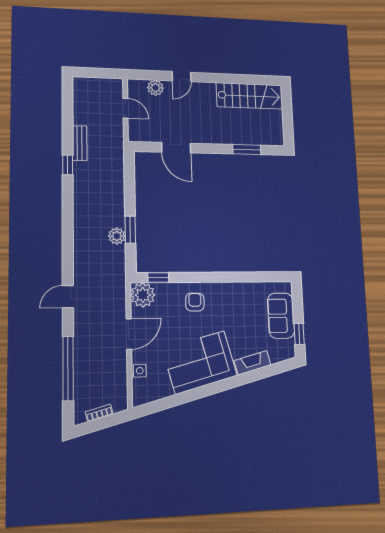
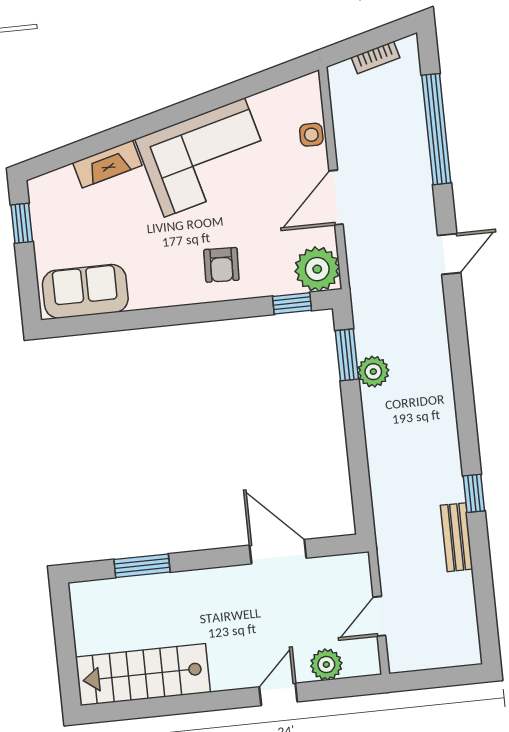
door: (125, 108) -> (379, 616), hinge flipped
window: (130, 230) -> (347, 355), moved
sofa: (281, 316) -> (85, 291), moved, turned -90

